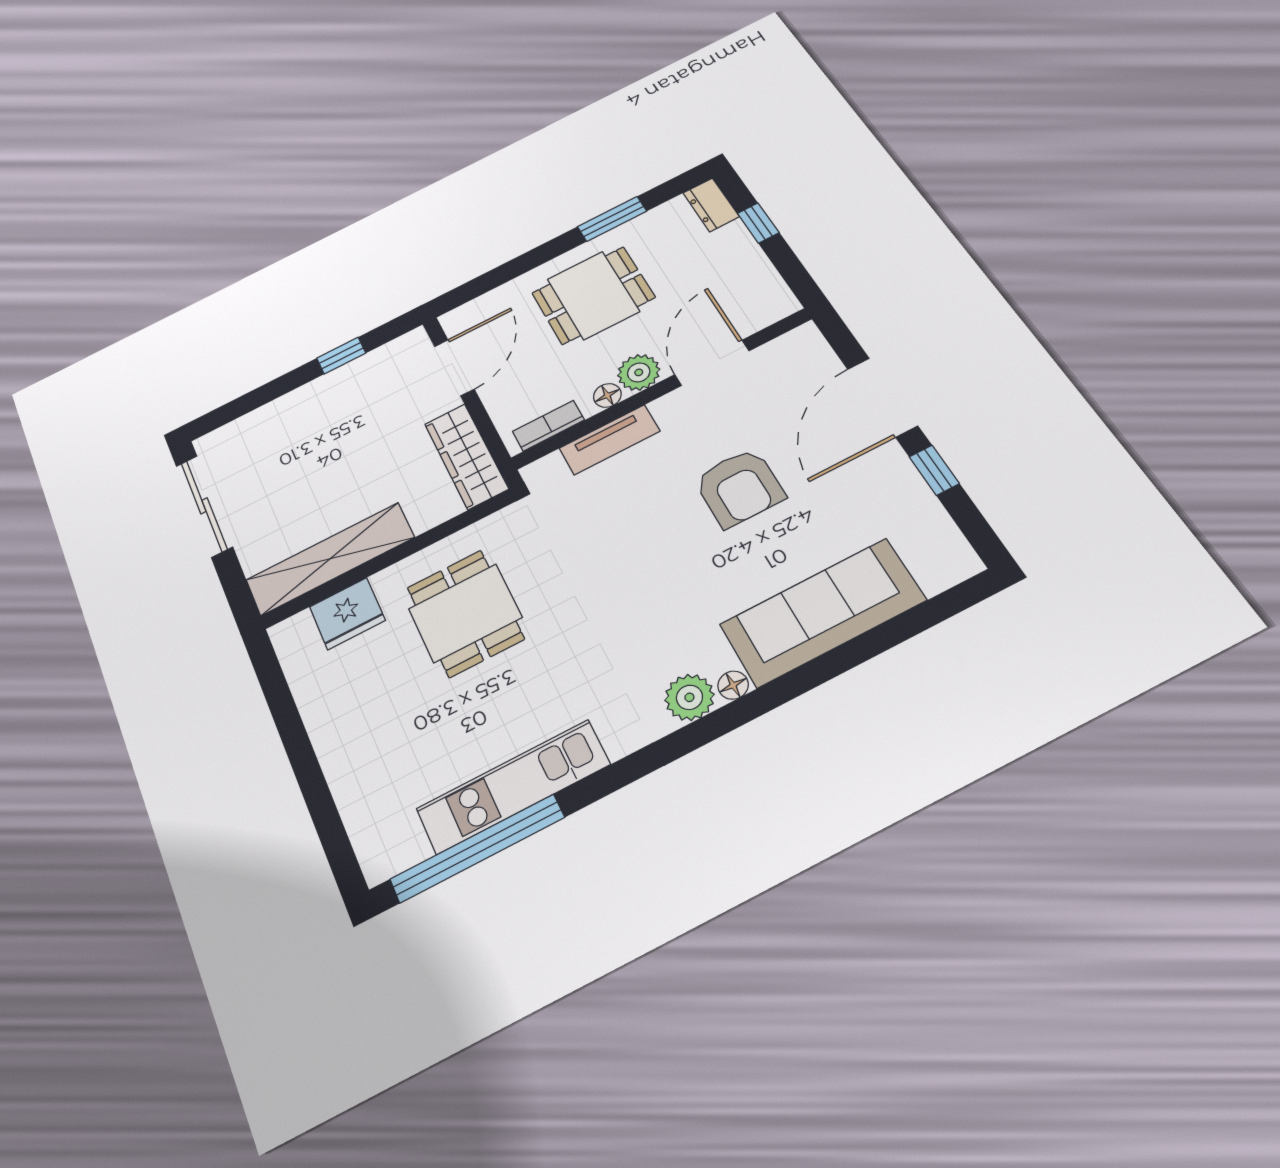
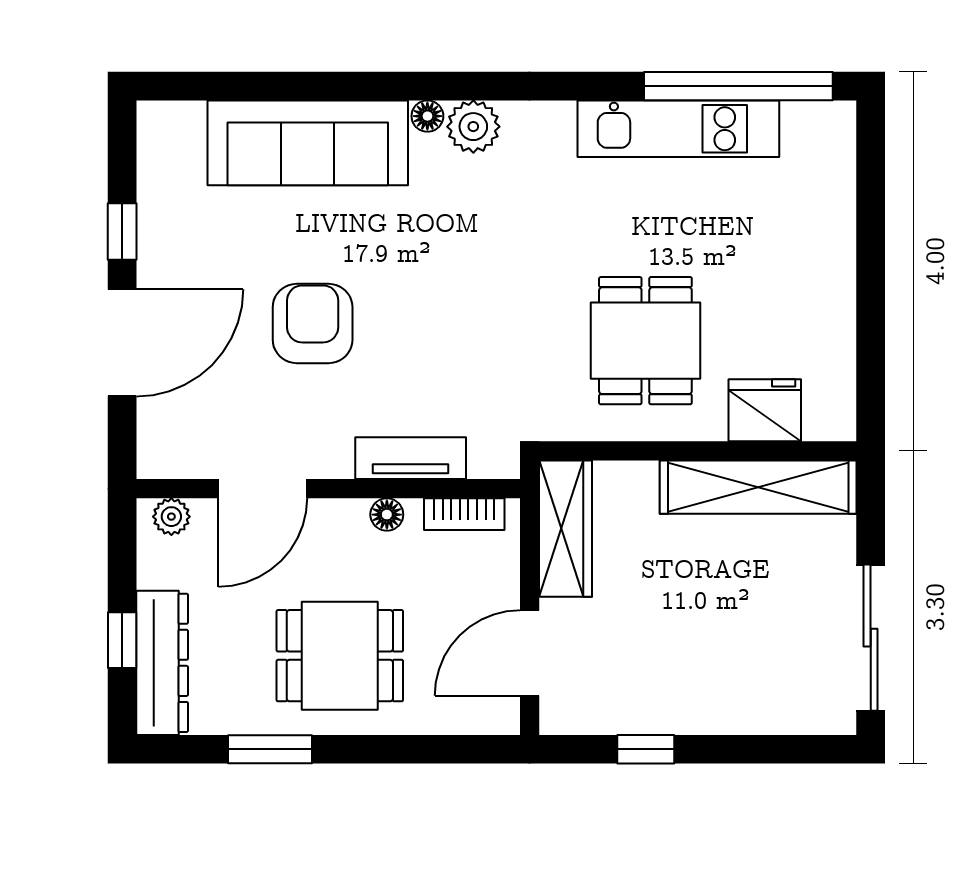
dresser: (711, 205) -> (162, 663), width x1.96, depth x1.24
plant: (639, 372) -> (171, 517), moved, width x0.73, depth x0.73

